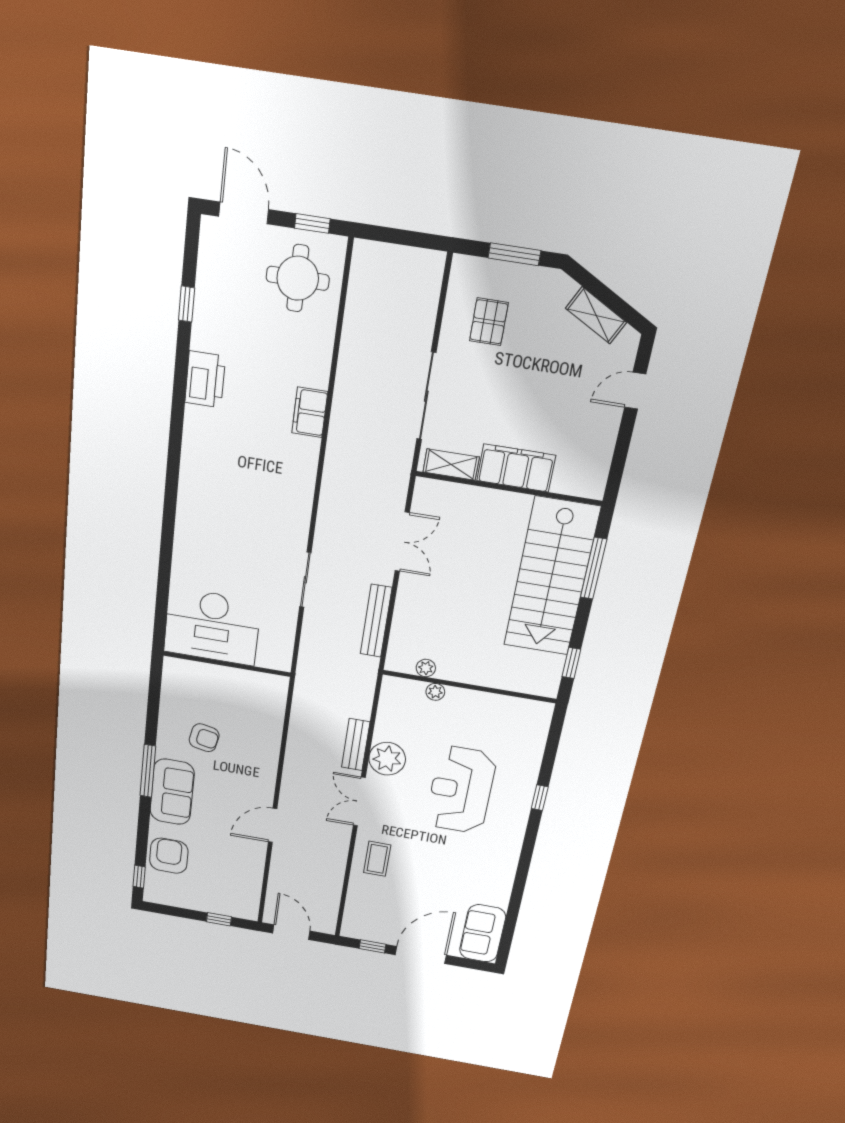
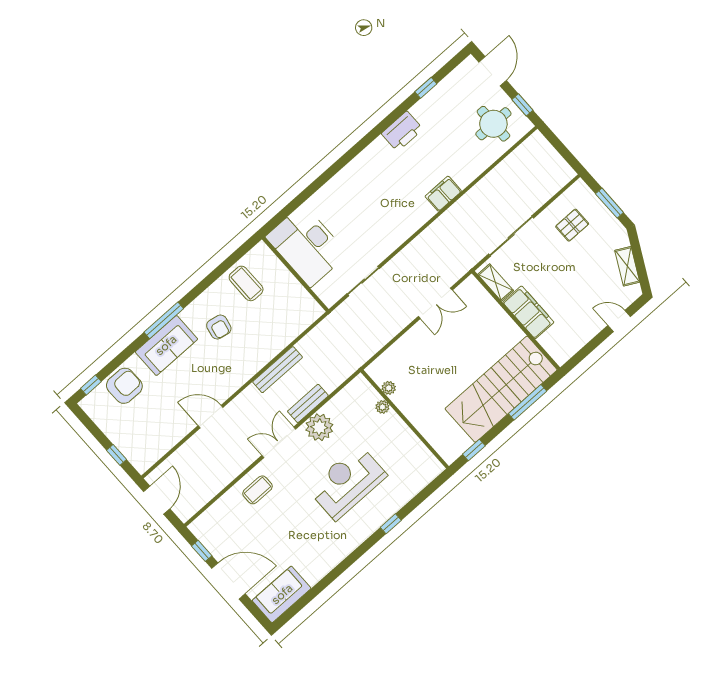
bench: (376, 621) -> (278, 370), moved
desk: (212, 626) -> (307, 245), moved
wall: (227, 664) -> (295, 274), moved
coffee table: (191, 676) -> (246, 283), added

